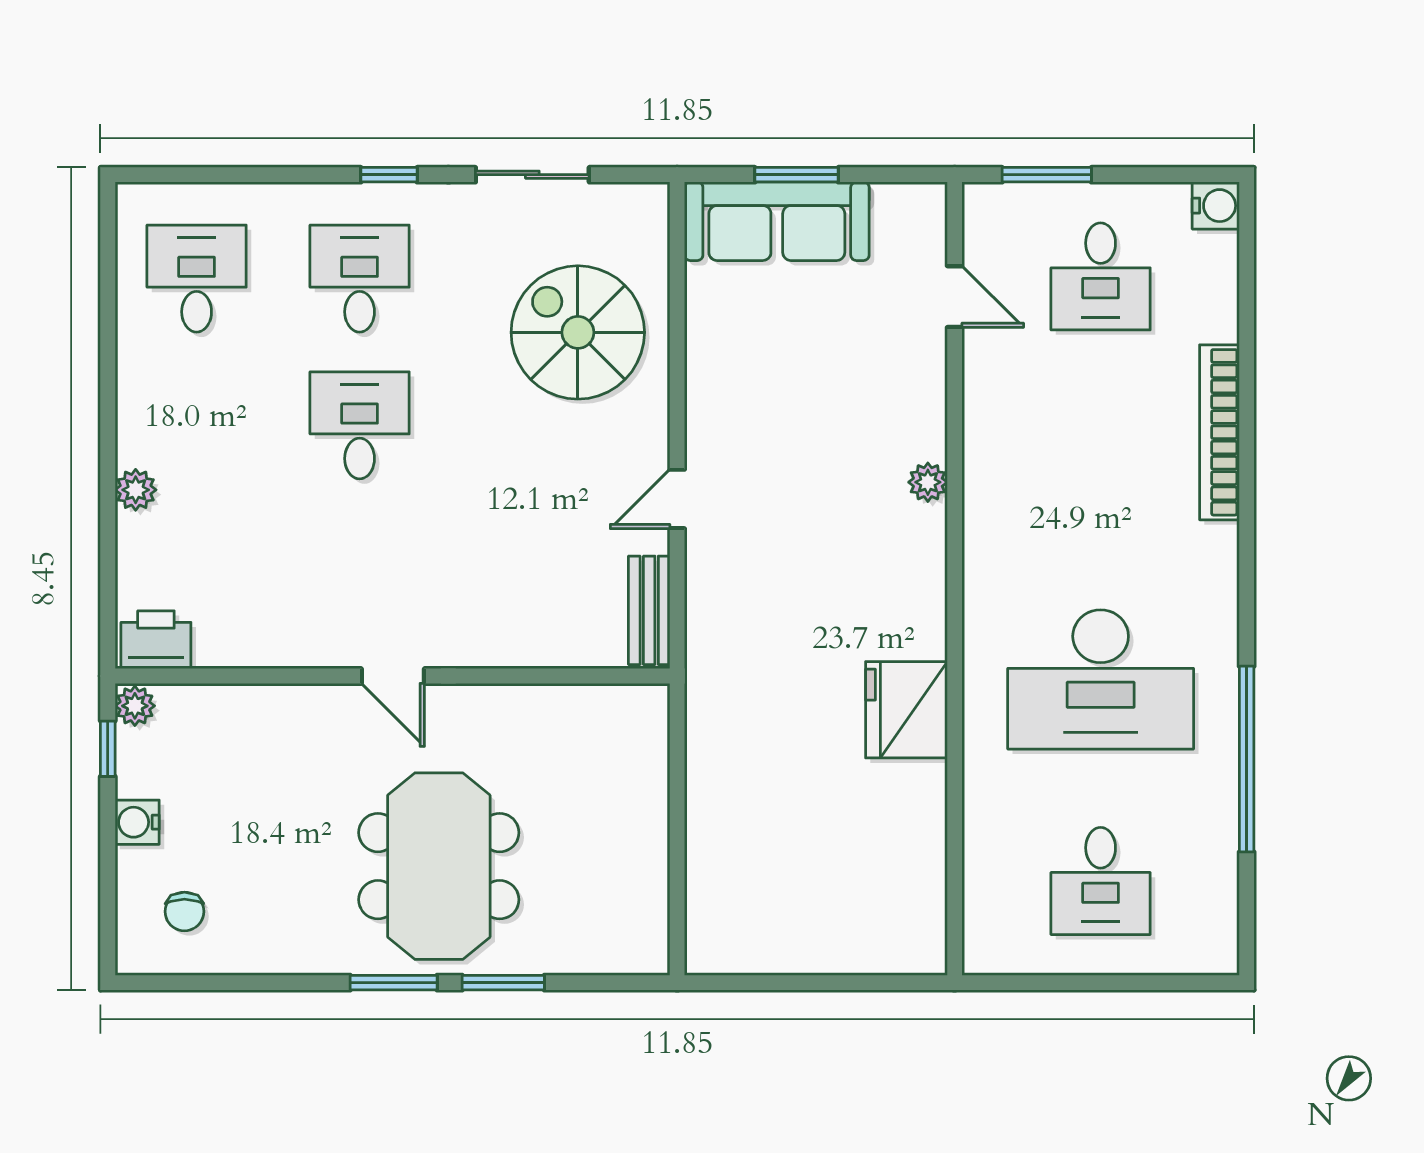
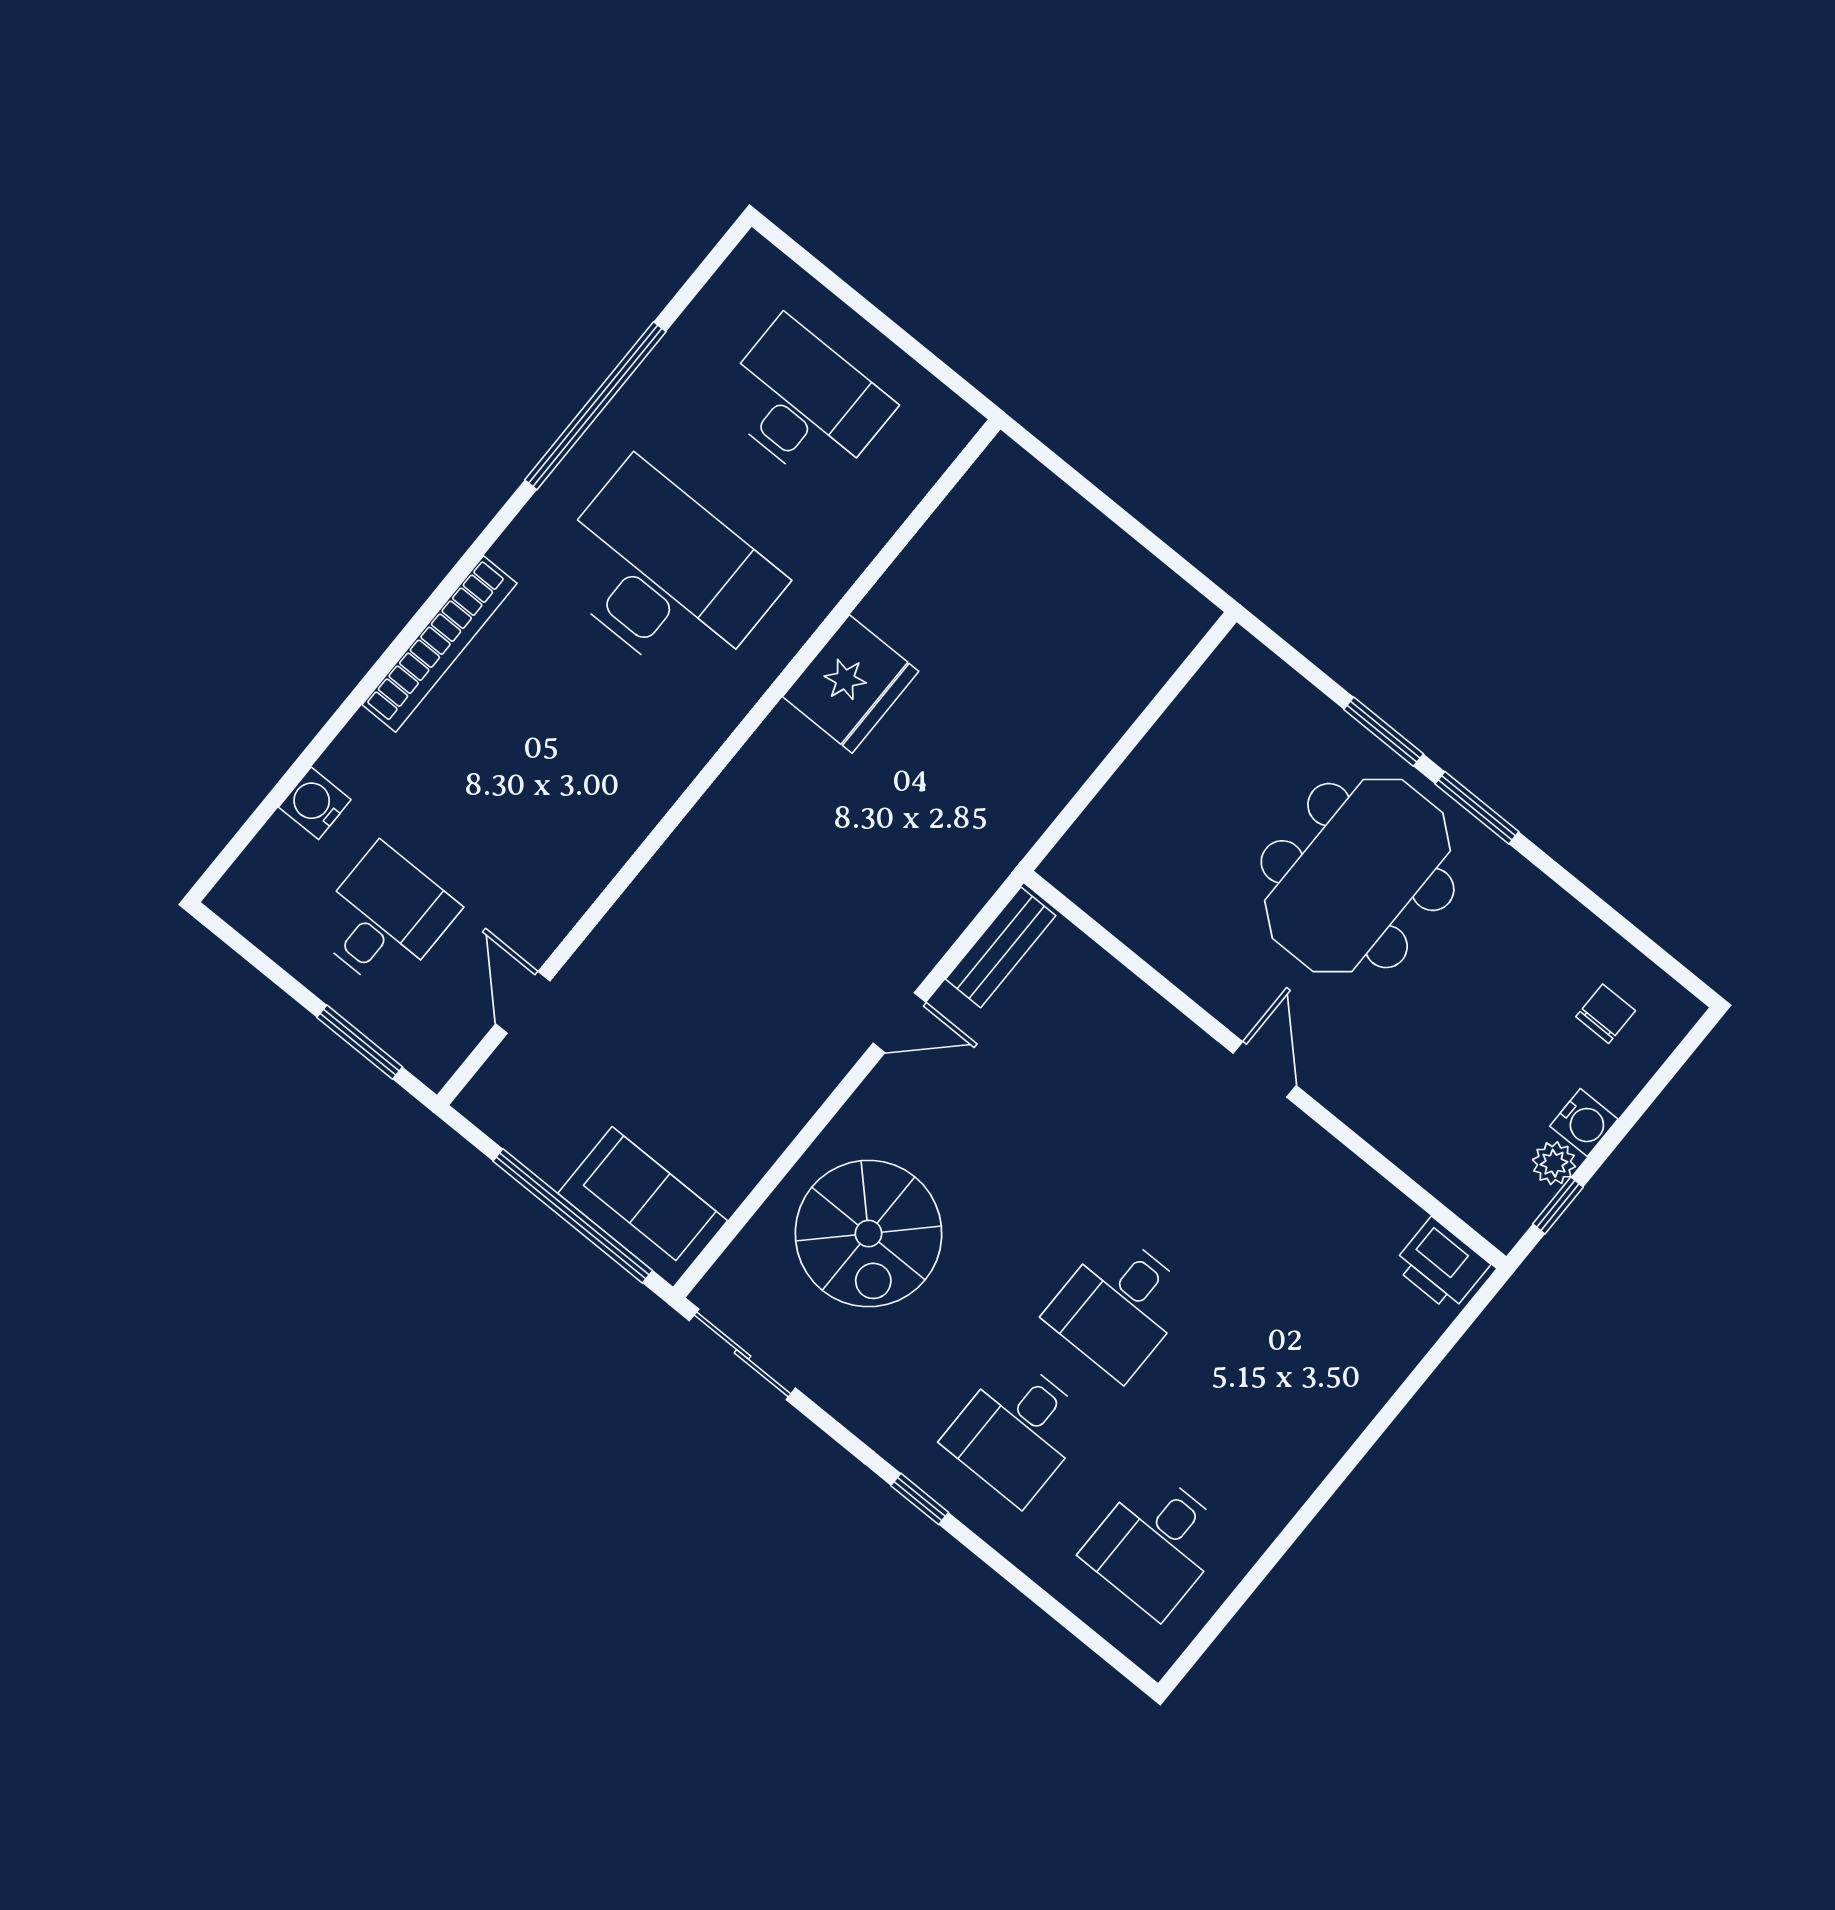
sliding door: (532, 175) -> (742, 1354), moved
window: (797, 175) -> (573, 1216), width x2.11
water cooler: (1216, 206) -> (315, 803), moved
sofa: (777, 221) -> (643, 1207), width x0.73
bookcase: (1219, 432) -> (440, 644), moved
plant: (928, 482) -> (674, 863), removed
plant: (136, 490) -> (1354, 1407), removed
plant: (135, 706) -> (1554, 1163), moved
desk: (1101, 881) -> (804, 403), width x1.37

